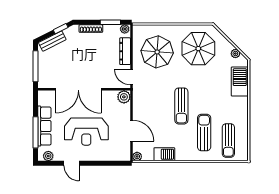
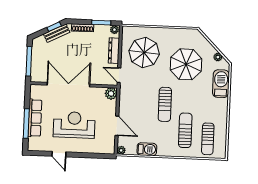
bench: (52, 41) -> (57, 33), moved
parasol: (198, 49) -> (186, 64), moved
double door: (78, 89) -> (68, 85), swing flipped
reception desk: (86, 132) -> (74, 125), turned 180
plant: (48, 156) -> (37, 146), removed

